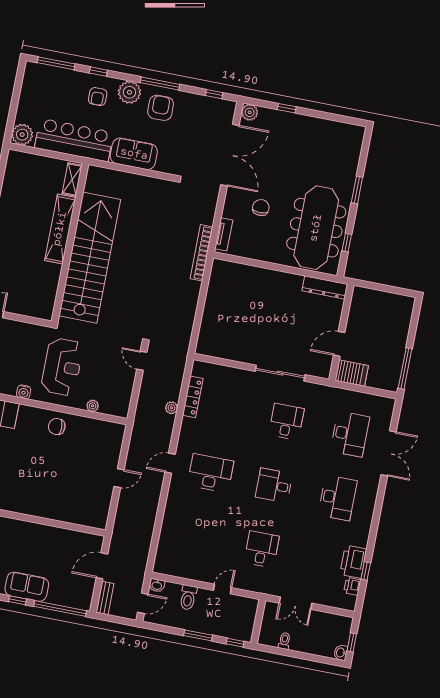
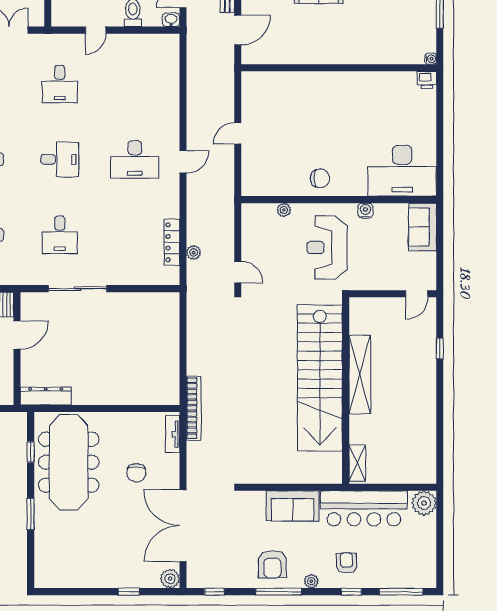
plant: (129, 92) -> (311, 581), width x0.53, depth x0.53
shelving: (60, 229) -> (360, 375), moved
plant: (171, 408) -> (194, 252), moved

